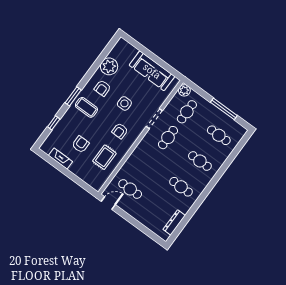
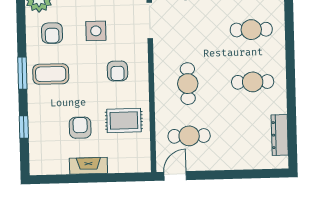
cafe table: (168, 138) -> (188, 84), moved
rug: (104, 157) -> (124, 120), turned 90
fireplace: (60, 158) -> (88, 166), moved

